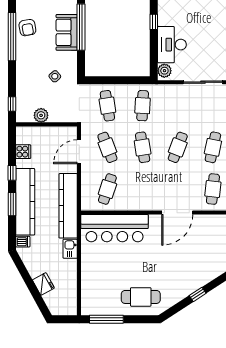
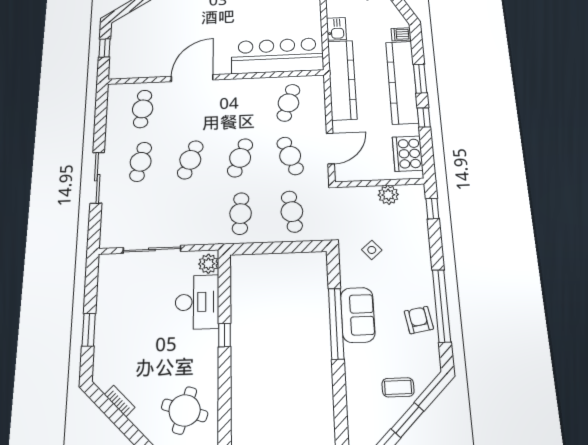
cafe table: (143, 147) -> (240, 158), turned 30
cooker: (23, 152) -> (408, 154), width x1.87, depth x1.31

